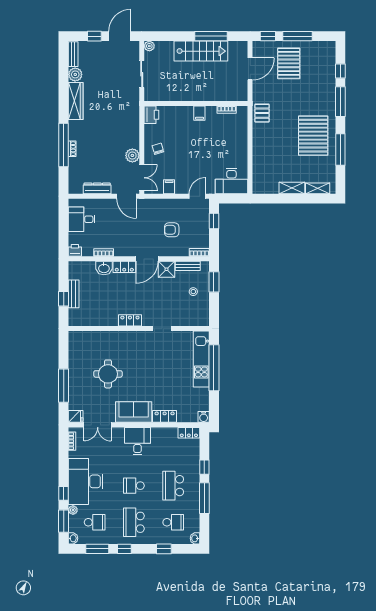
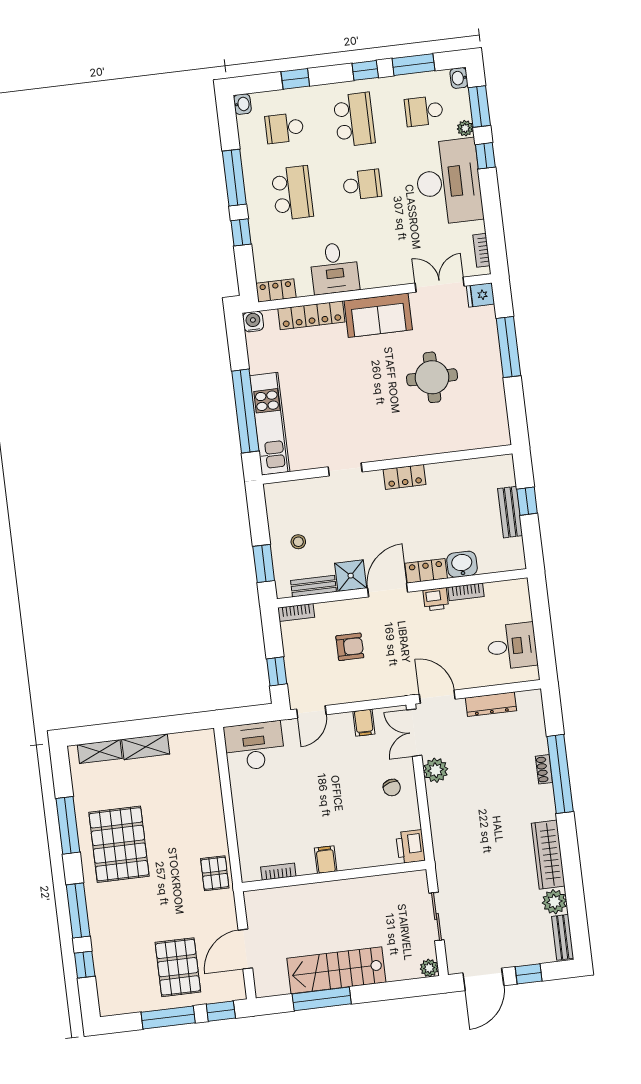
printer: (75, 250) -> (436, 599), moved
locker: (165, 416) -> (311, 315), width x1.53
desk: (137, 441) -> (334, 268), moved

